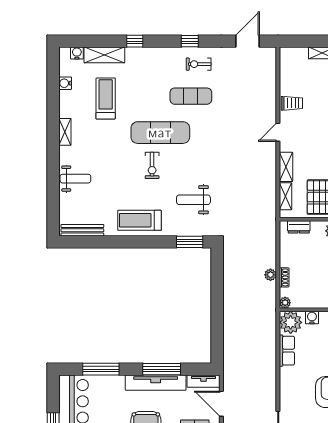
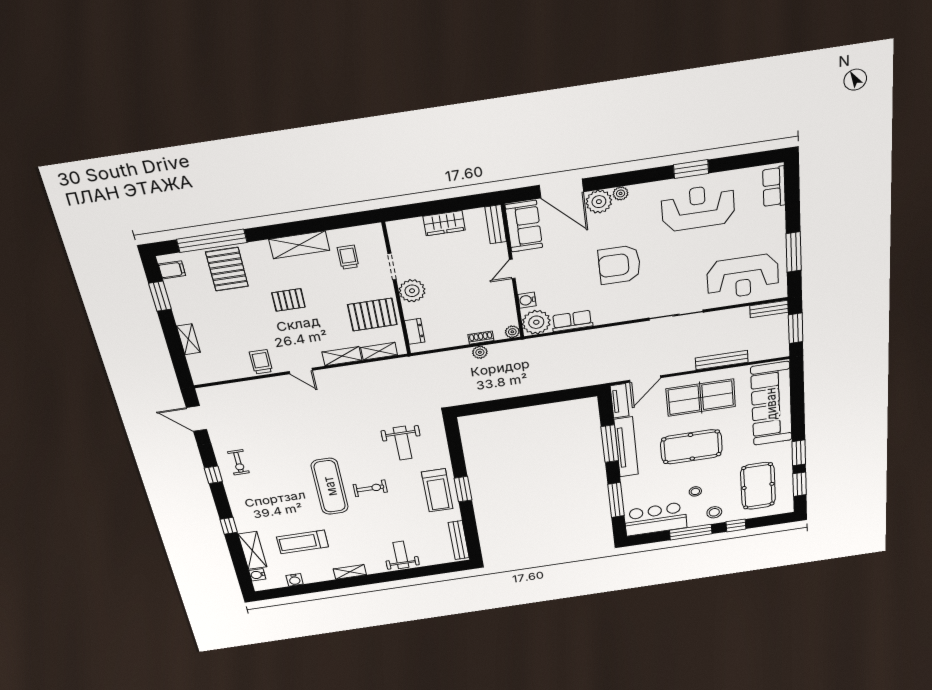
exercise mat: (191, 96) -> (279, 464), removed
window: (190, 242) -> (463, 489), moved

